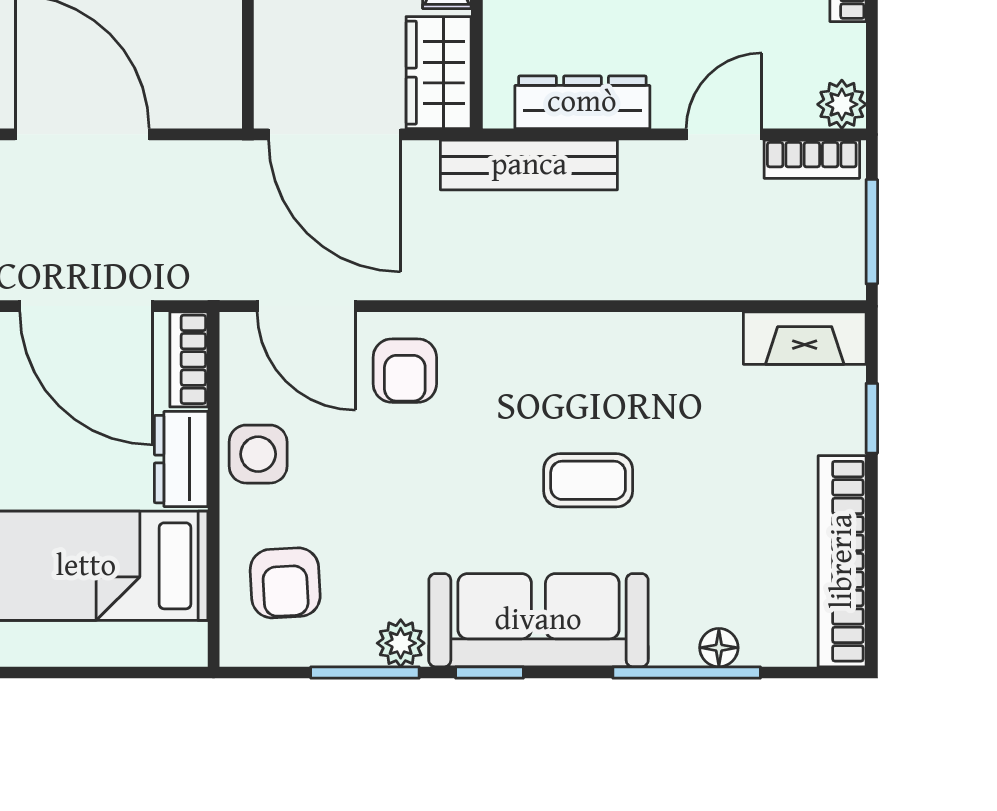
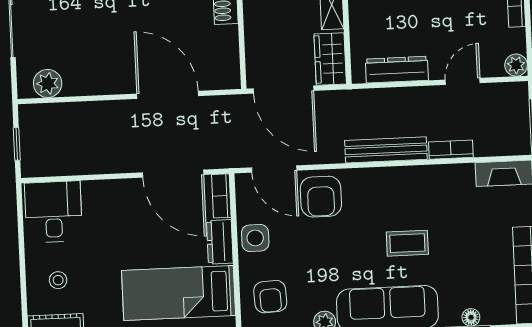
bookcase: (812, 159) -> (451, 150), moved, turned 180
bench: (529, 165) -> (386, 150), moved
armchair: (405, 371) -> (321, 197), width x1.38, depth x1.38

